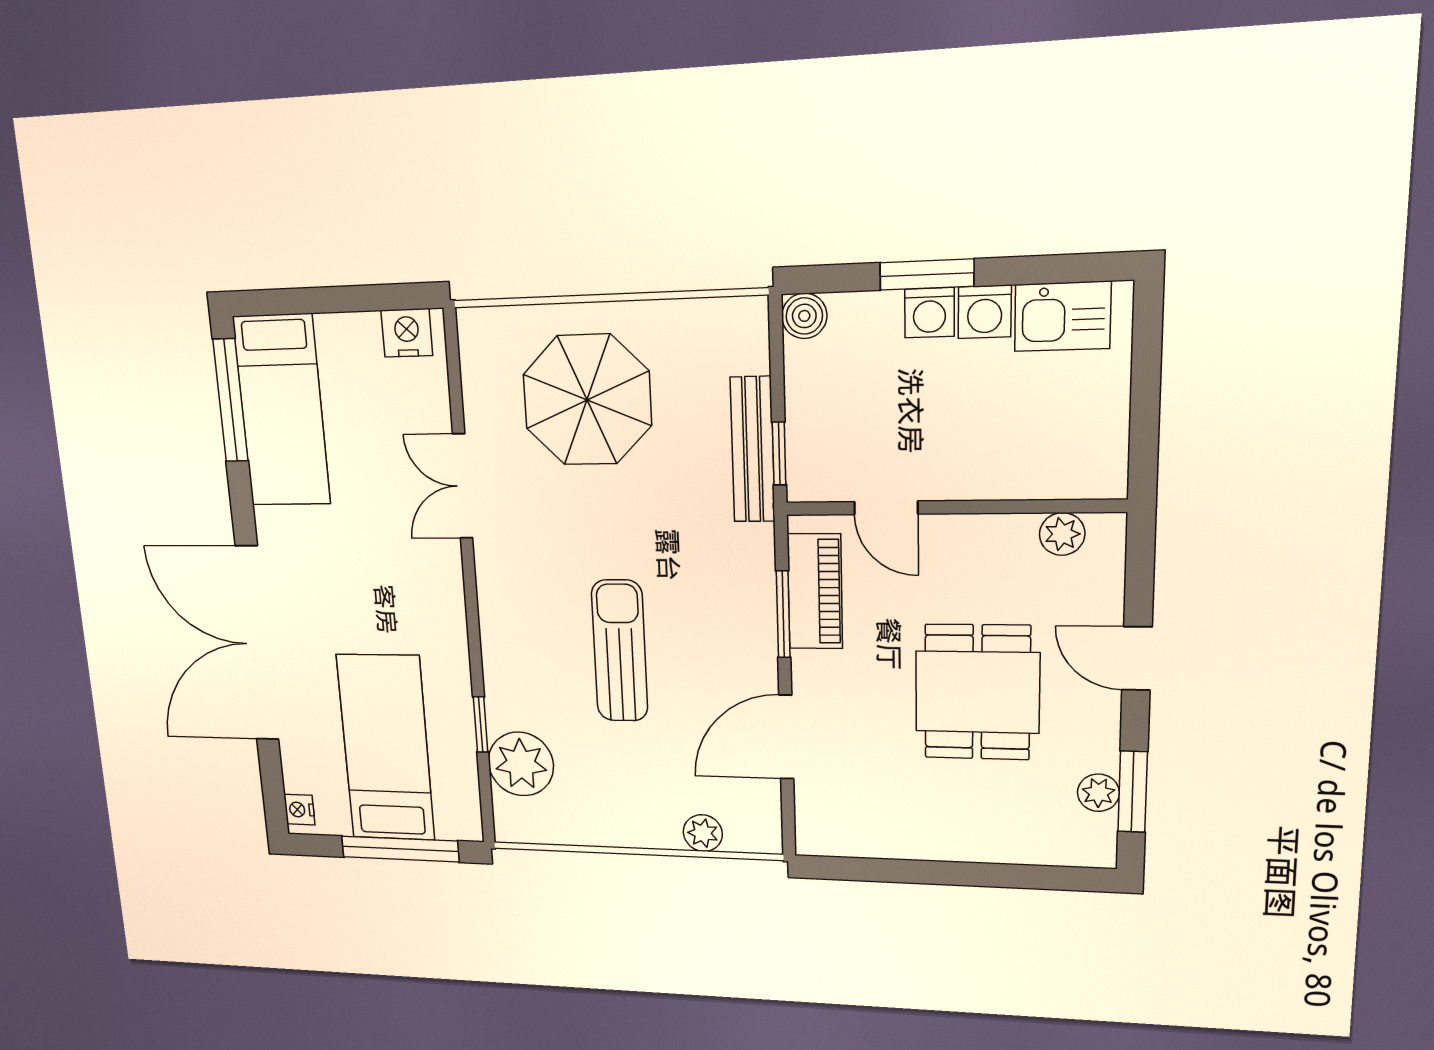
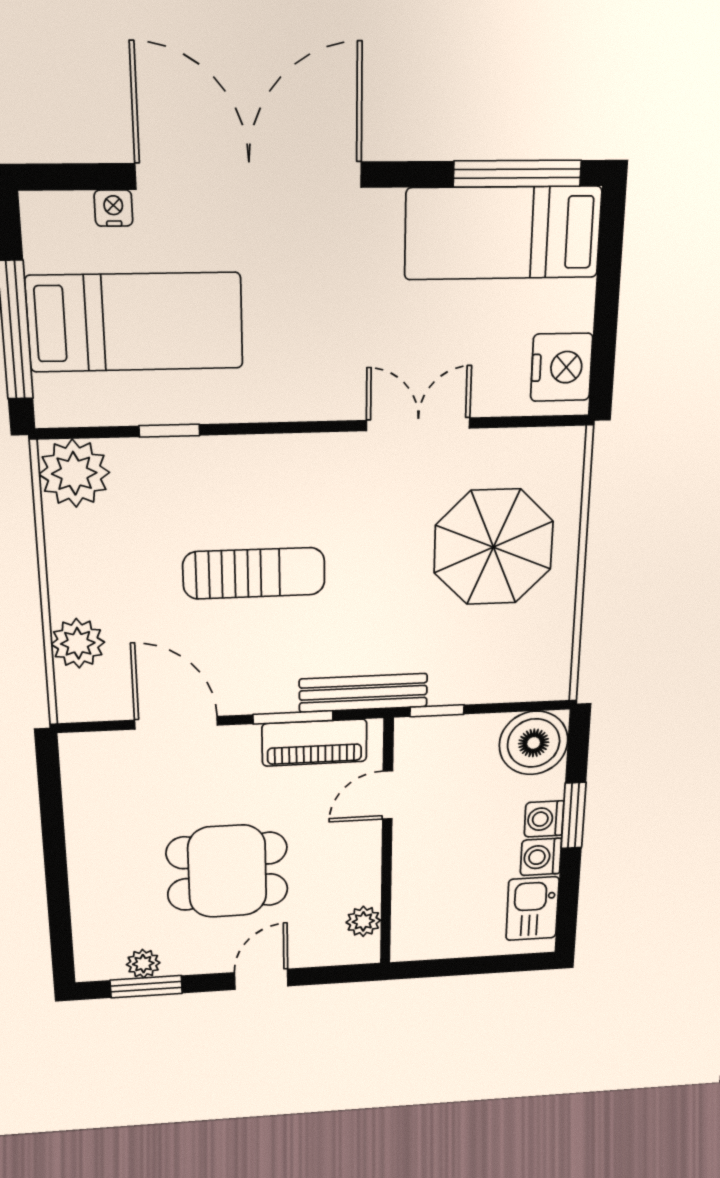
boiler: (804, 316) -> (534, 743), width x1.86, depth x1.86
nightstand: (407, 333) -> (562, 367), width x1.36, depth x1.33
bench: (753, 450) -> (363, 693), moved
plant: (521, 764) -> (74, 473), moved
nightstand: (299, 810) -> (113, 208), moved
plant: (703, 833) -> (78, 643), width x1.38, depth x1.38

